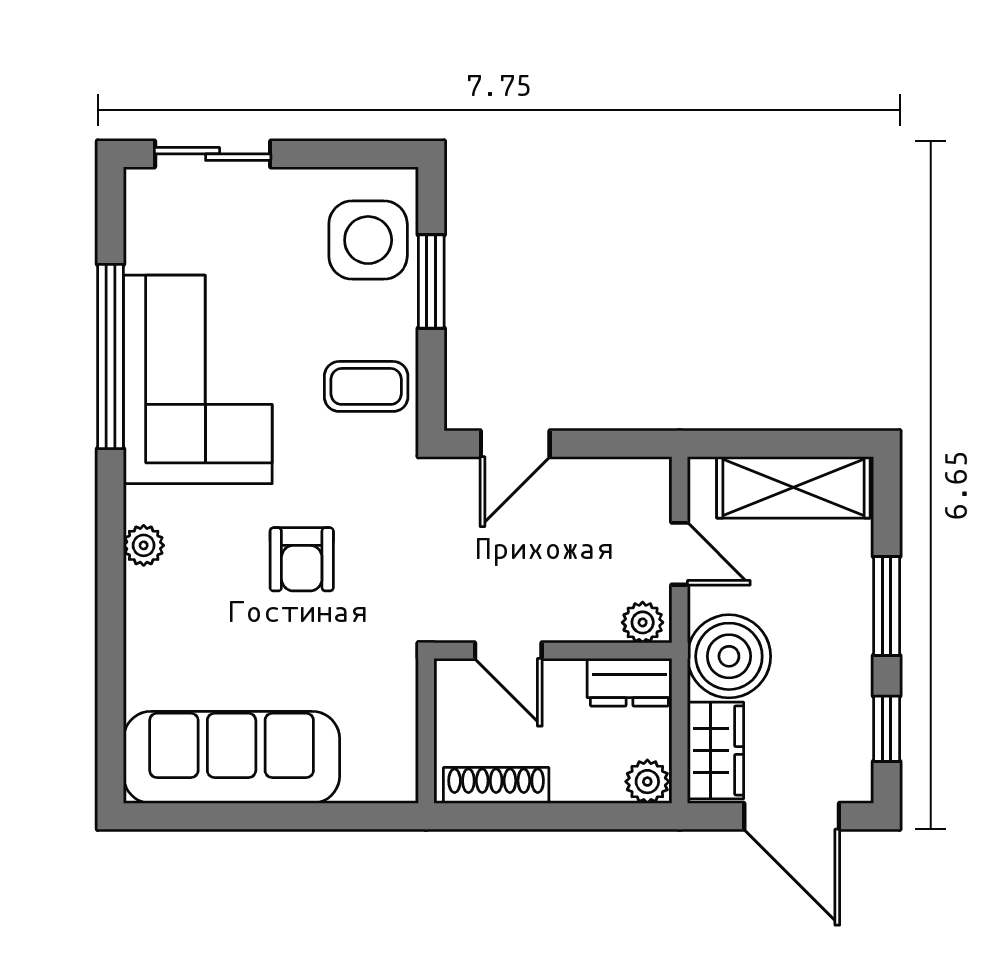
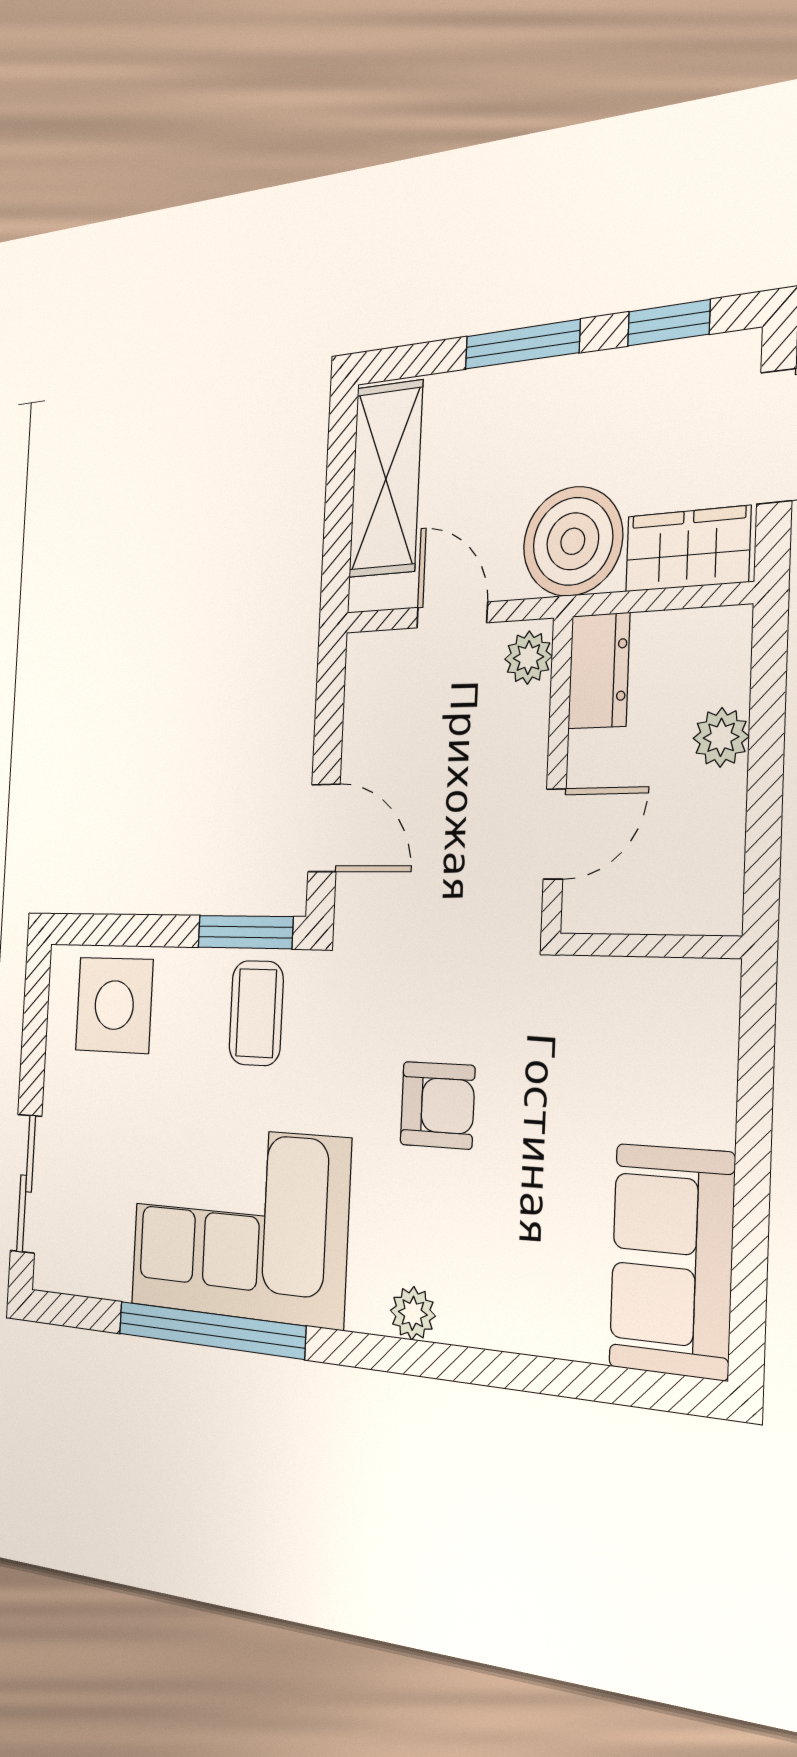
window: (431, 282) -> (245, 932), moved
door: (680, 554) -> (452, 615), hinge flipped
sofa: (232, 757) -> (672, 1260), width x0.73
plant: (647, 782) -> (721, 737), moved
shoe rack: (496, 785) -> (722, 849), removed

